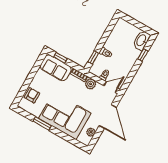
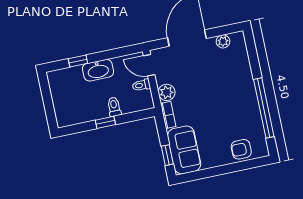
washbasin: (142, 40) -> (98, 70), moved
window: (93, 58) -> (105, 122), moved
corner sofa: (65, 116) -> (231, 89), removed
window: (42, 123) -> (264, 108), width x2.11

